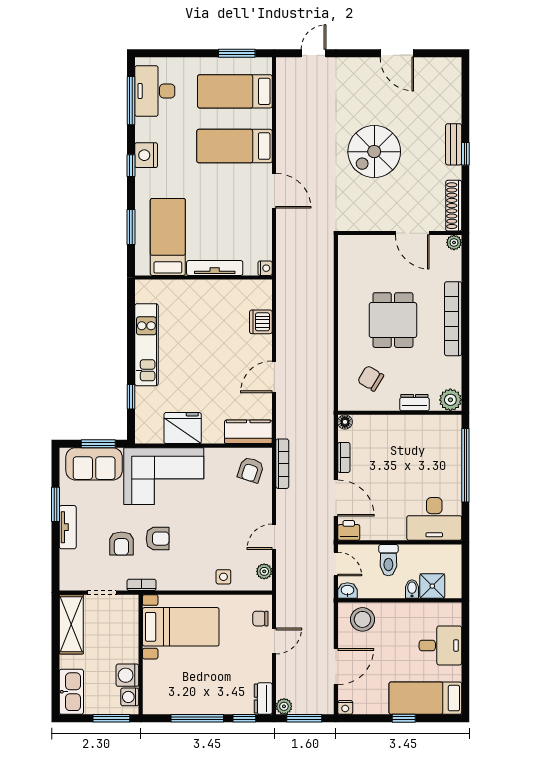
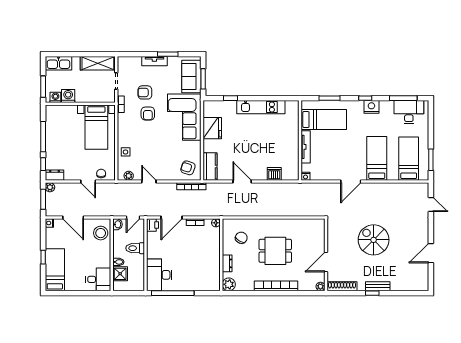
window: (465, 465) -> (173, 293), moved
desk: (440, 645) -> (98, 279), moved, turned -90

